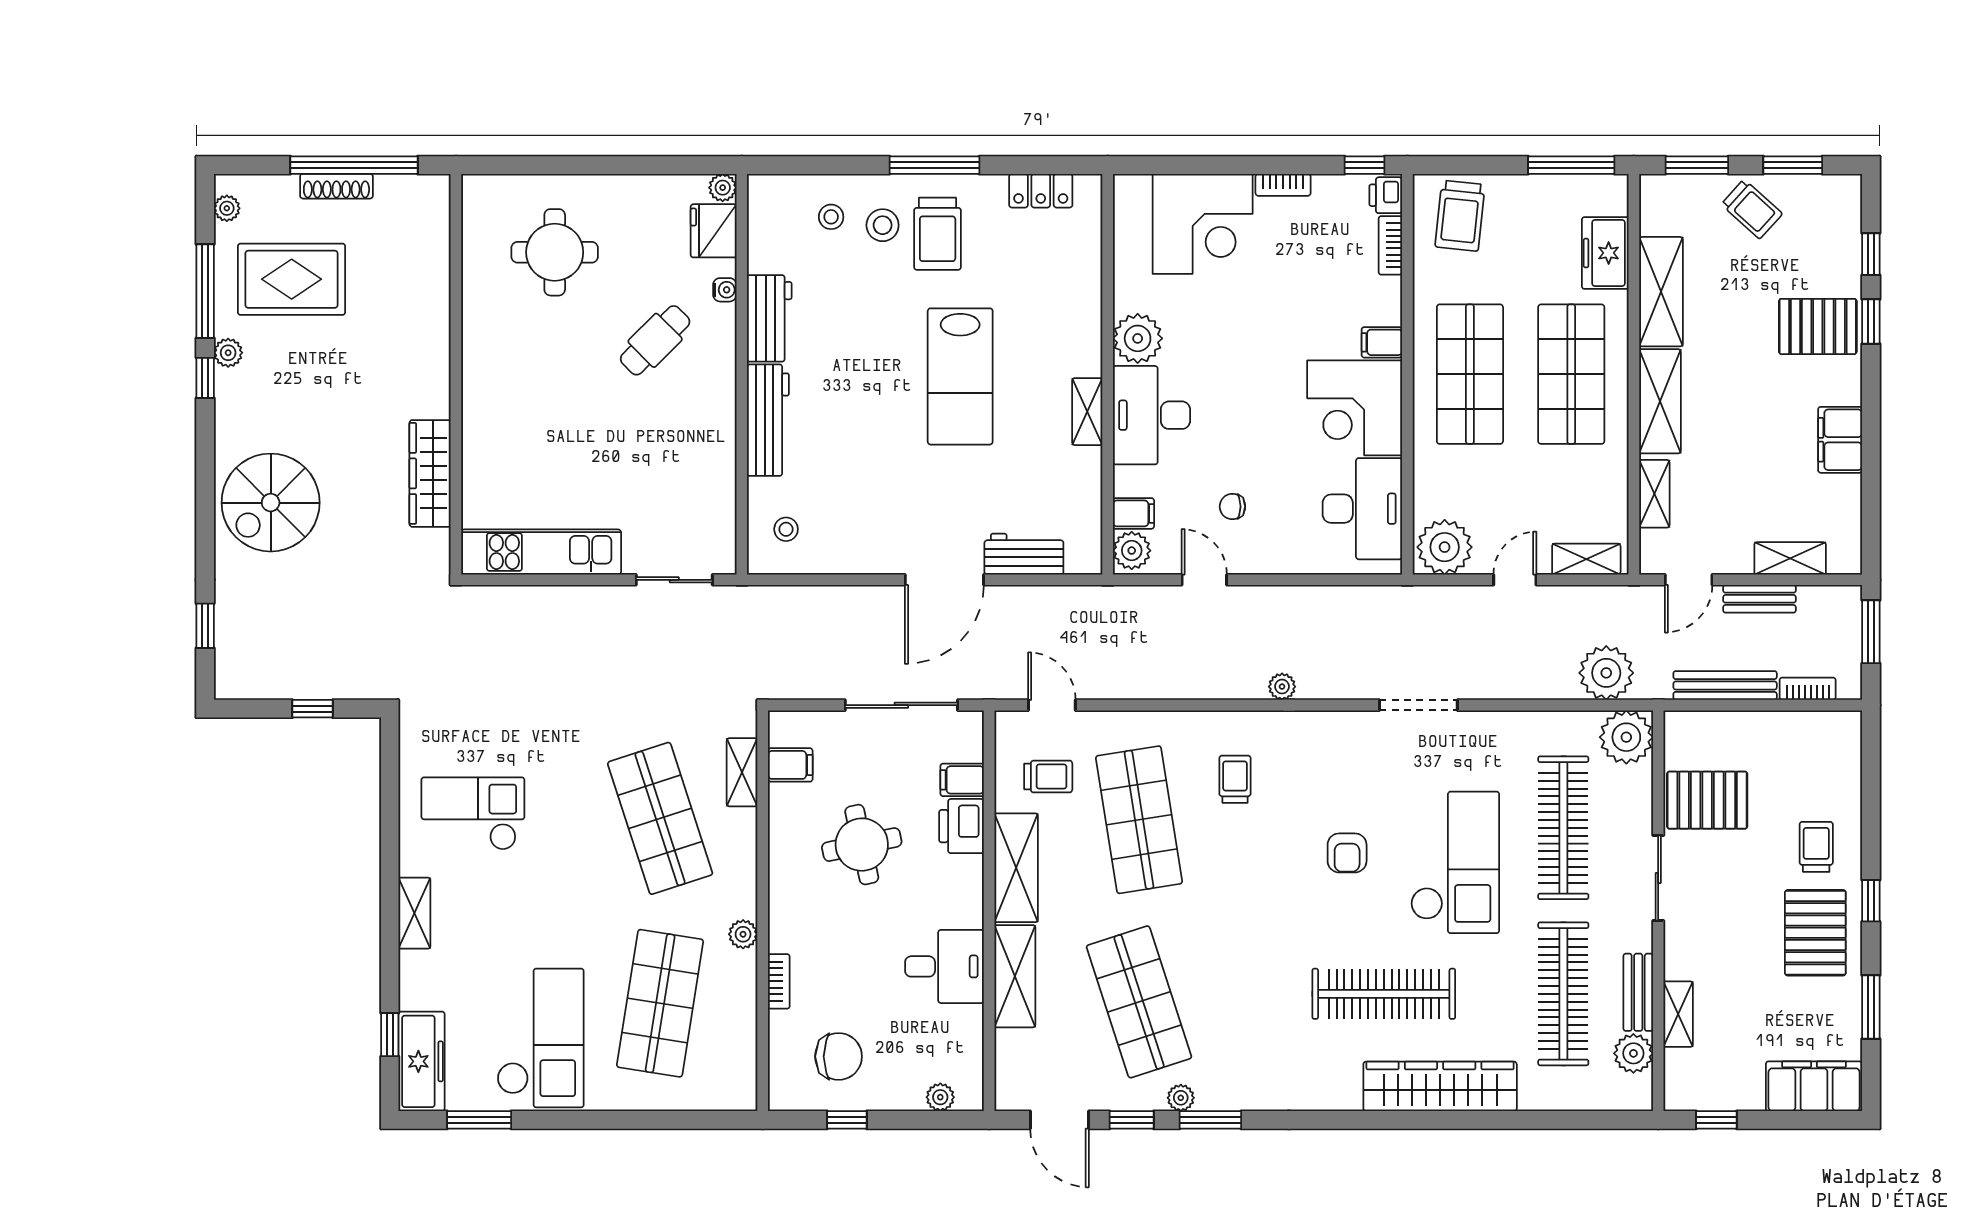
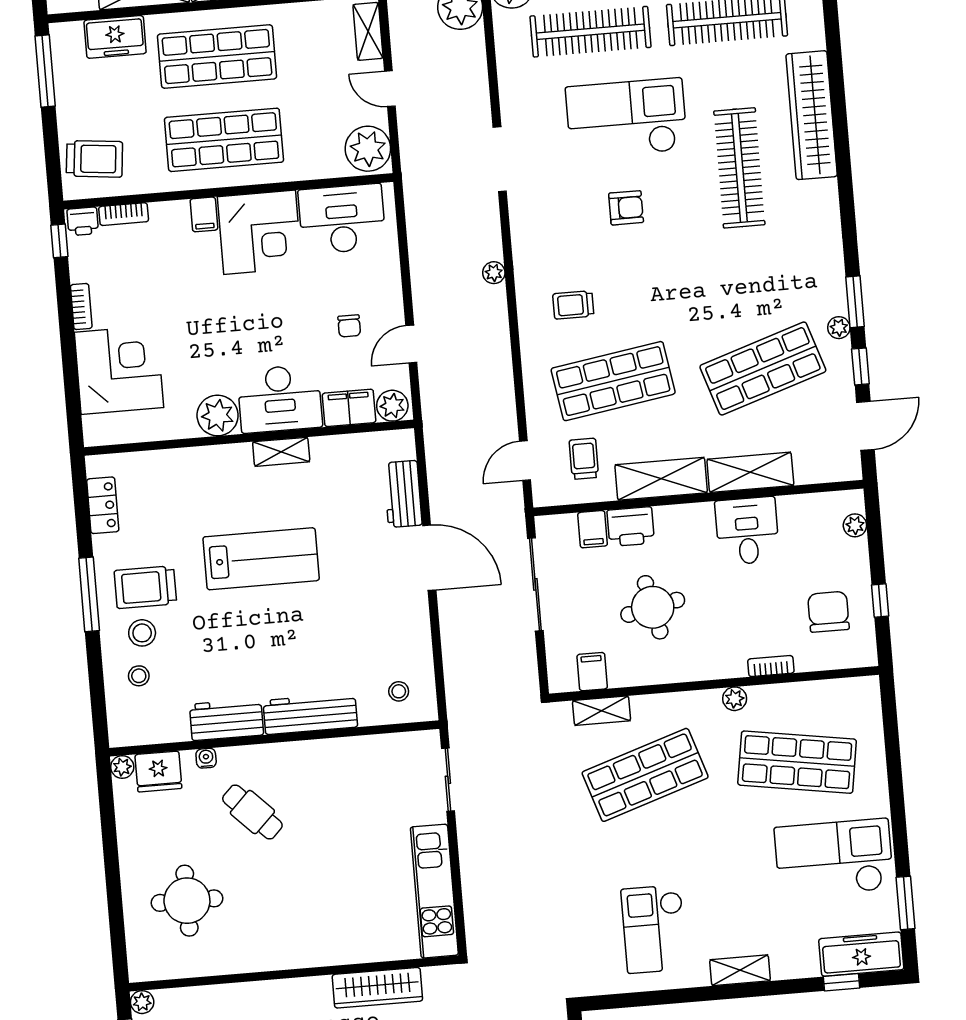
plant: (437, 188) -> (142, 1002), added
trolley: (938, 234) -> (145, 587), turned 180
filing cabinet: (1133, 513) -> (349, 408), width x2.00

